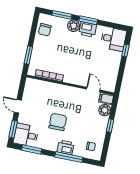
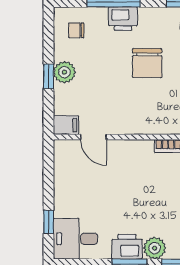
plant: (105, 110) -> (64, 72), moved

